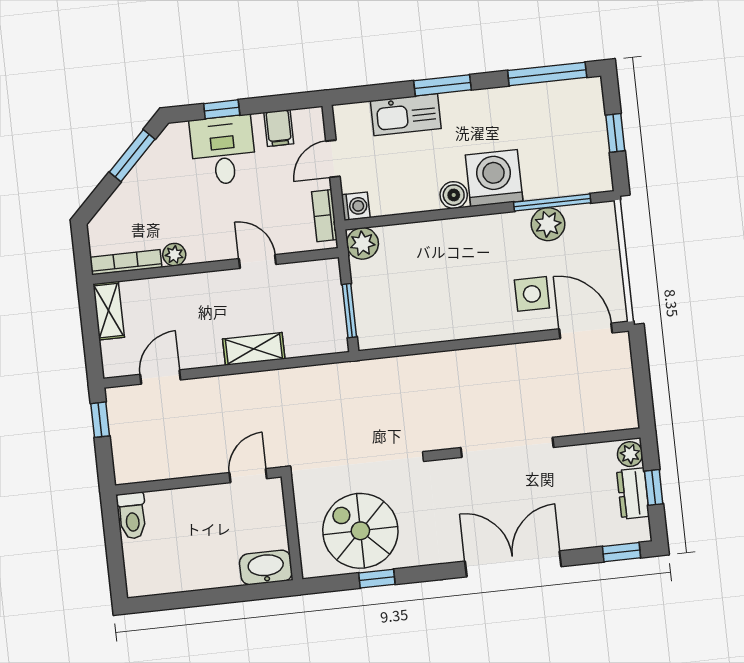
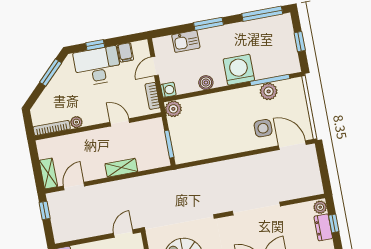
kitchen sink: (406, 115) -> (186, 41), width x0.73
desk: (223, 150) -> (97, 66), width x1.37
boiler: (454, 195) -> (206, 83), moved
shelving: (109, 311) -> (48, 173), moved

